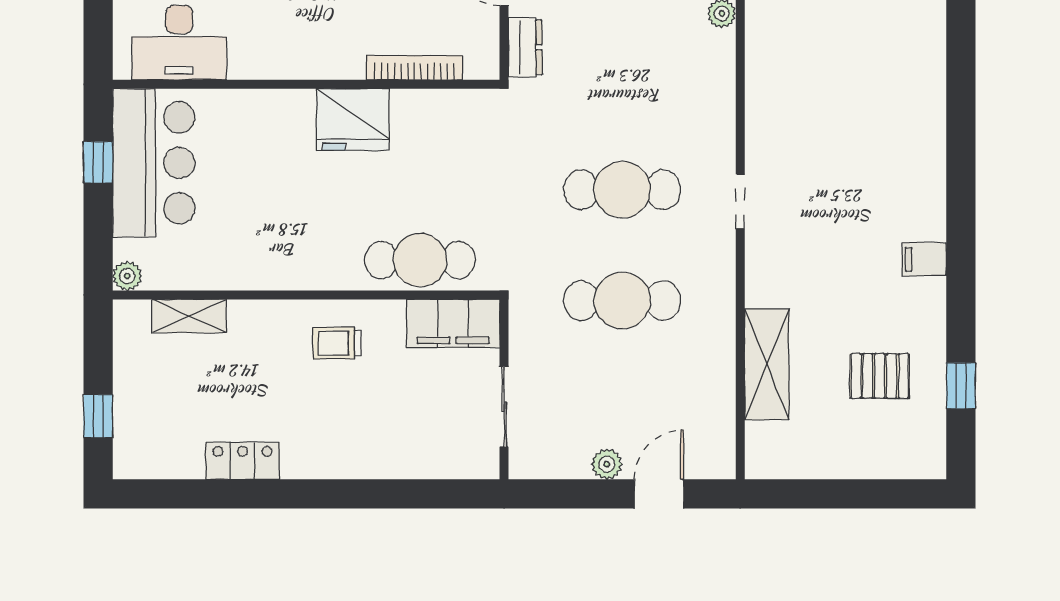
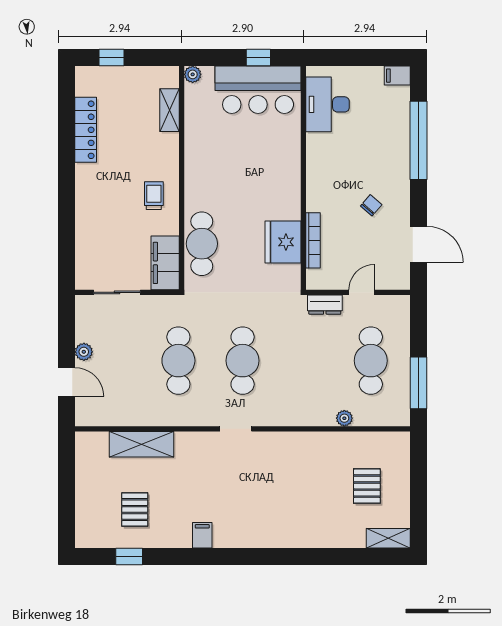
fridge: (353, 120) -> (283, 242), moved
locker: (242, 461) -> (86, 130), width x1.53

